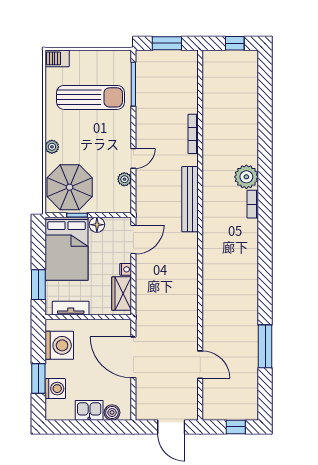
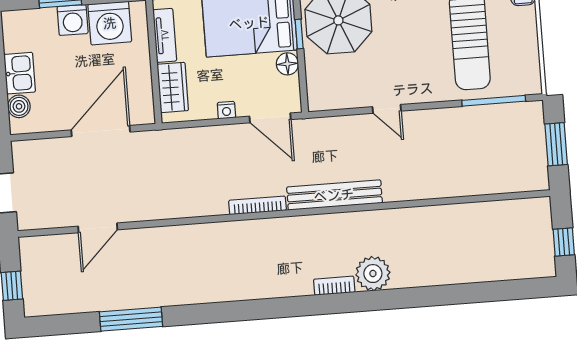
bookcase: (193, 134) -> (257, 205), moved
plant: (124, 179) -> (356, 98), removed
wardrobe: (122, 294) -> (173, 87), moved, turned 90
washing machine: (55, 389) -> (73, 20), moved

